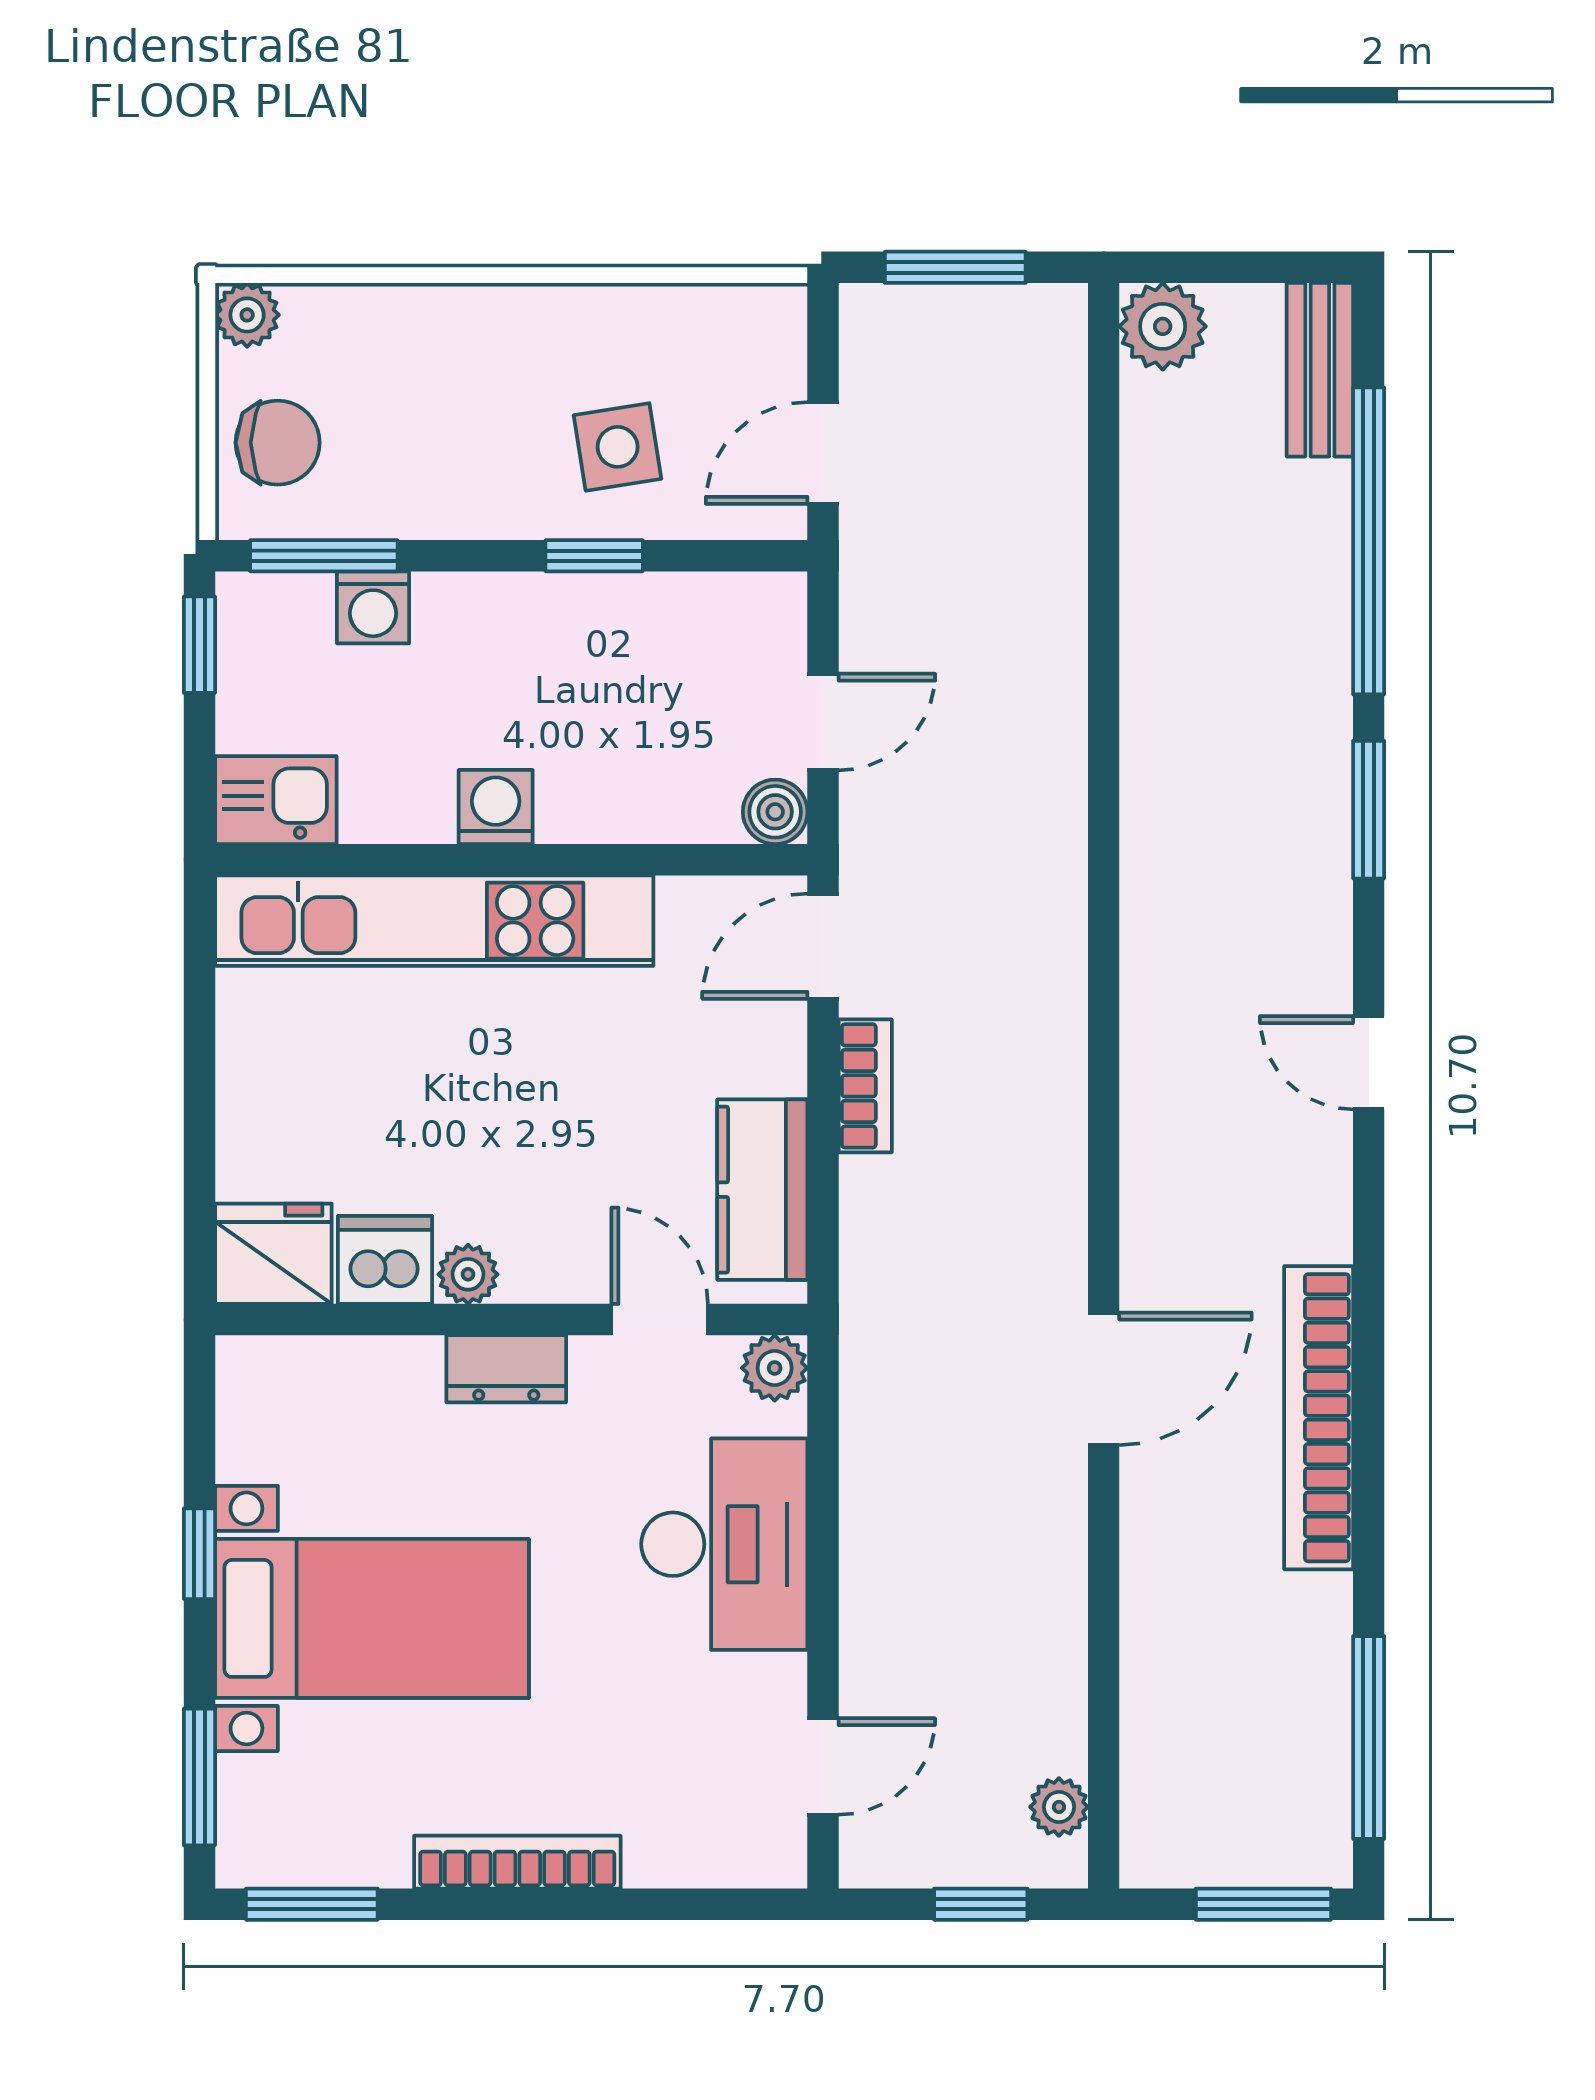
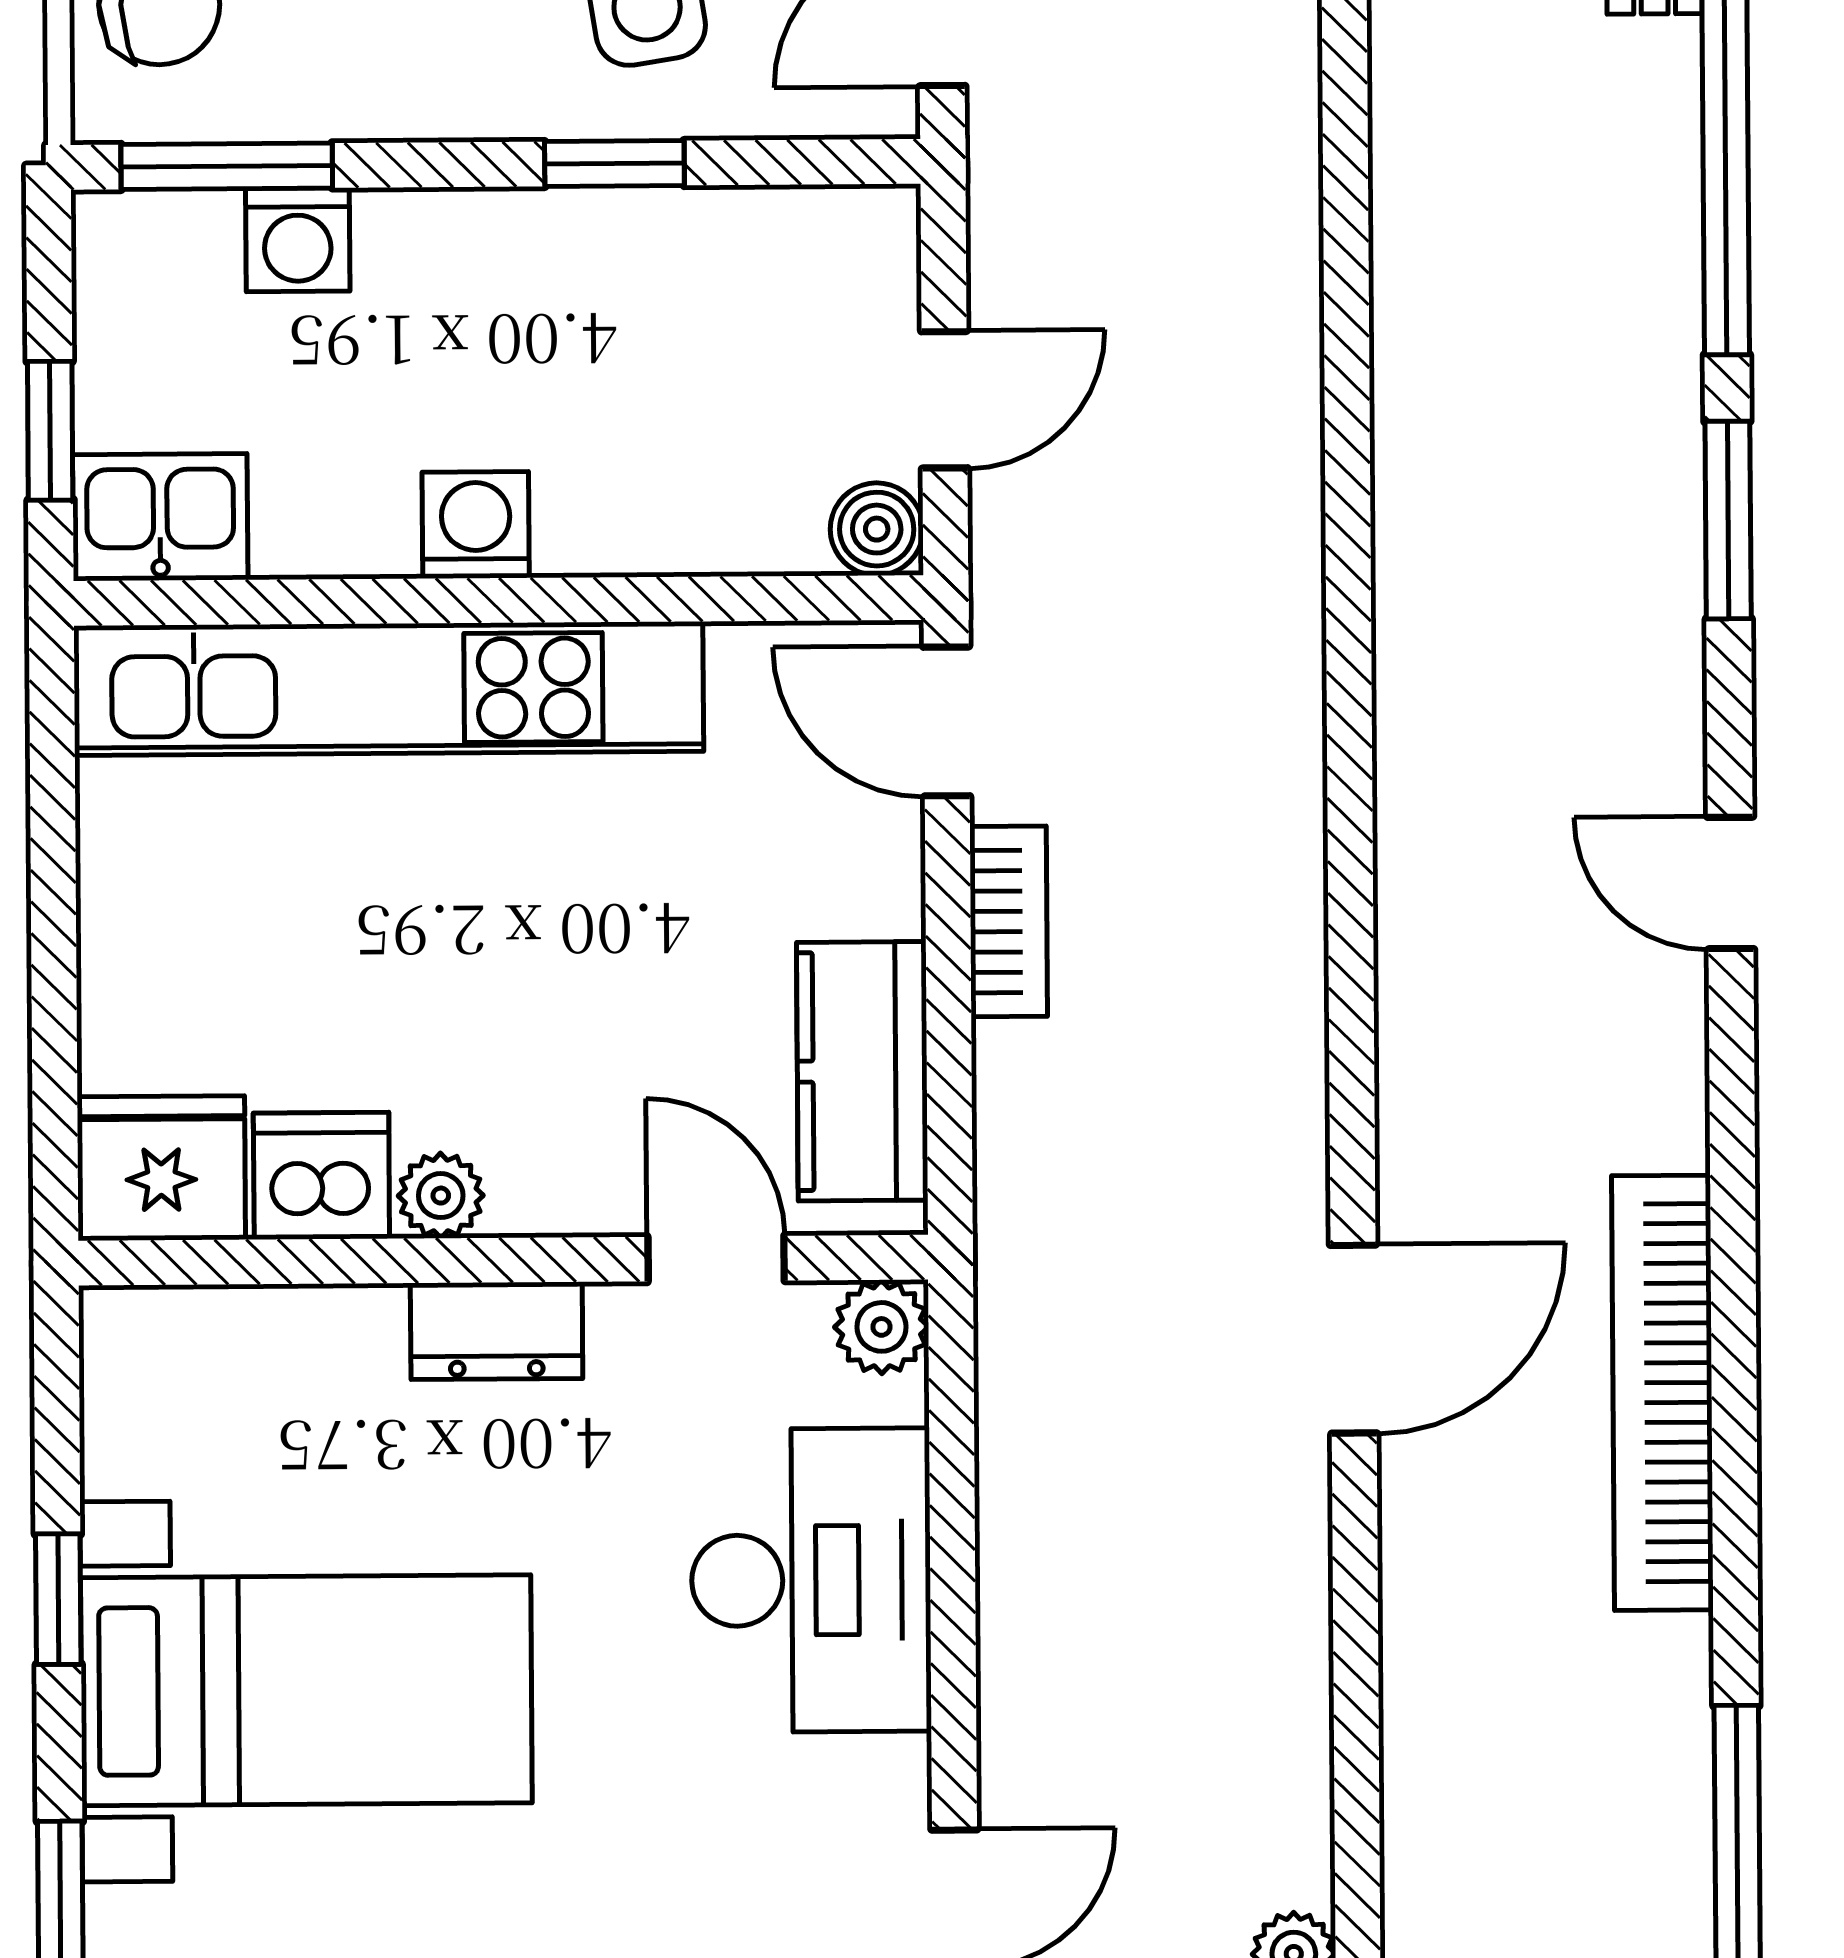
window: (199, 645) -> (50, 431), moved
door: (823, 946) -> (947, 721), hinge flipped

